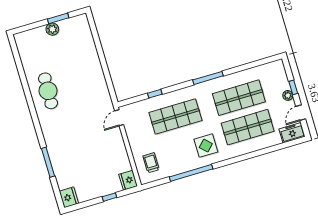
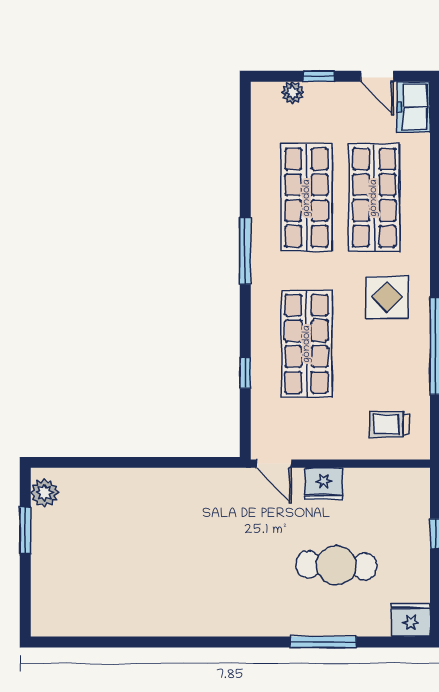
plant: (52, 29) -> (44, 493), moved
cafe table: (48, 91) -> (336, 565), moved
plant: (288, 95) -> (293, 93), moved
fridge: (128, 180) -> (324, 484), moved

